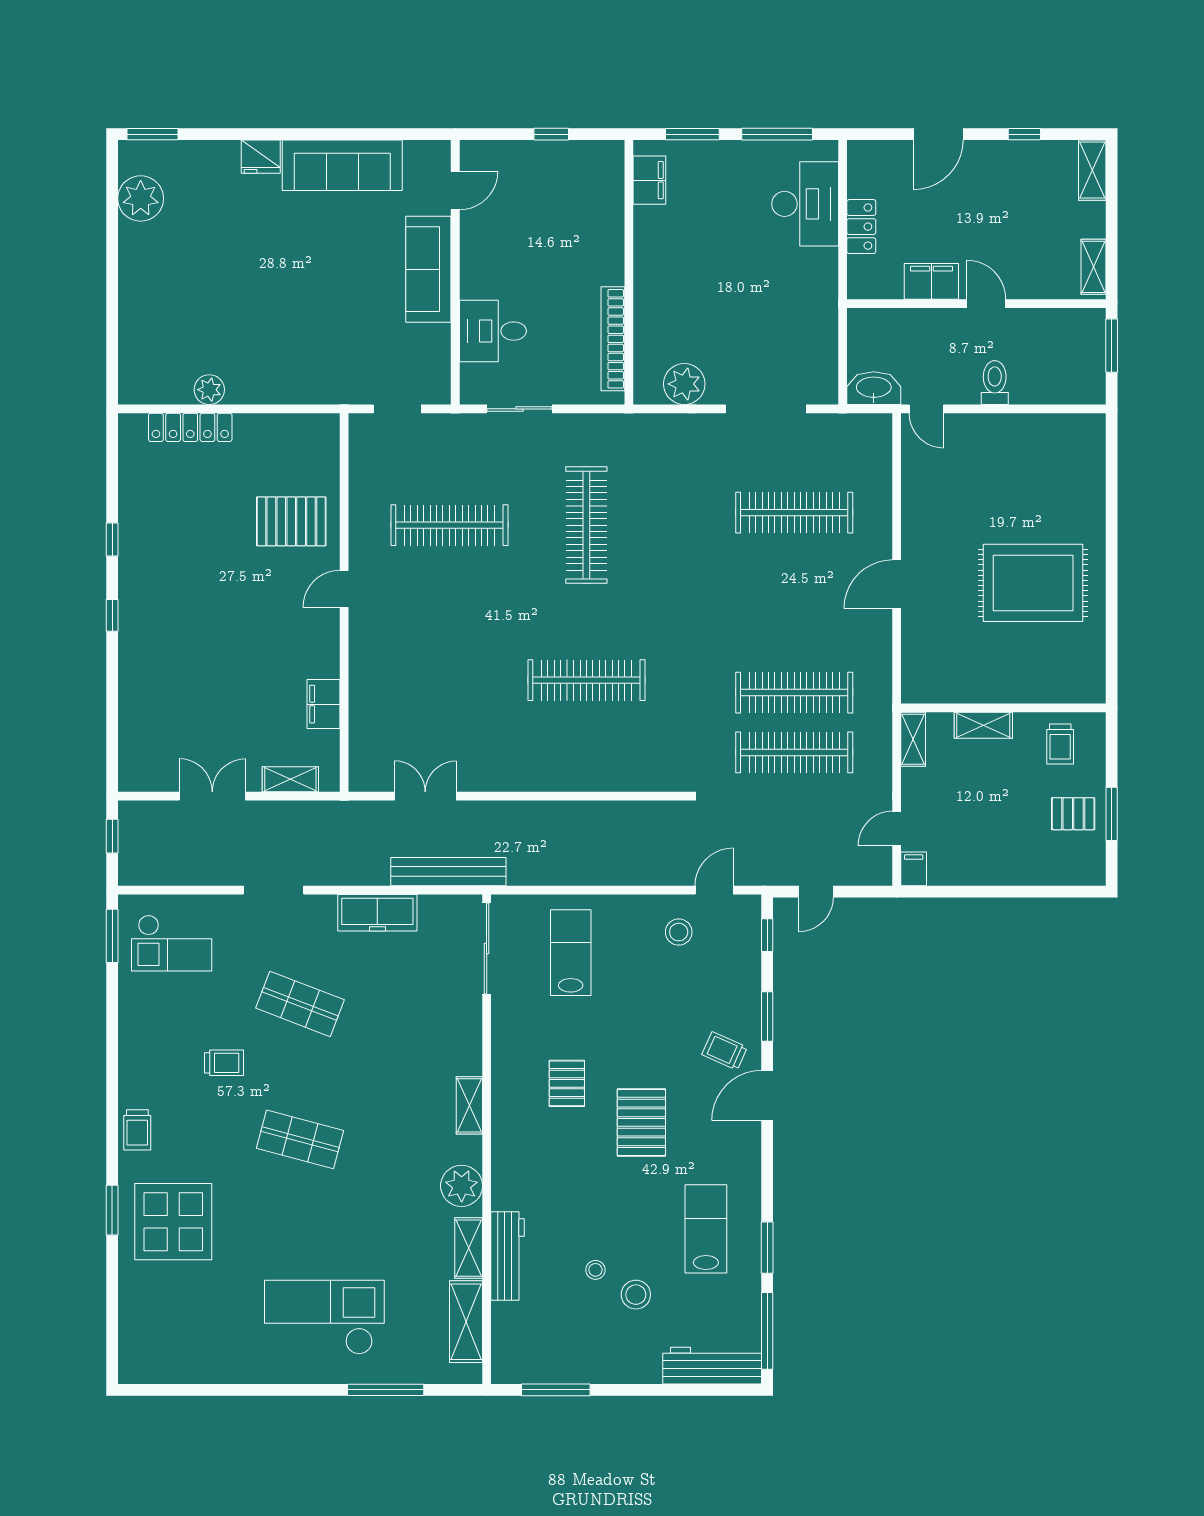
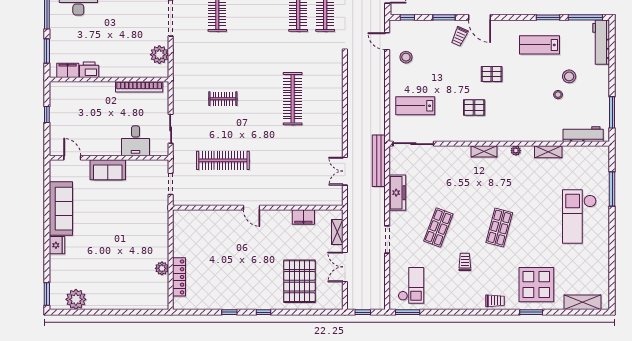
printer: (651, 228) -> (89, 70), added
sofa: (428, 269) -> (108, 170), width x0.73
pallet: (291, 521) -> (299, 281), moved, width x1.37, depth x1.41
clothes rail: (449, 525) -> (223, 160), turned 90
clothes rail: (586, 525) -> (223, 99), width x0.54, depth x0.76
pallet: (641, 1122) -> (492, 74), width x0.67, depth x0.71
plant: (462, 1186) -> (516, 151), width x0.53, depth x0.53
workbench: (508, 1256) -> (583, 134), moved
shelving: (466, 1322) -> (582, 302), moved

